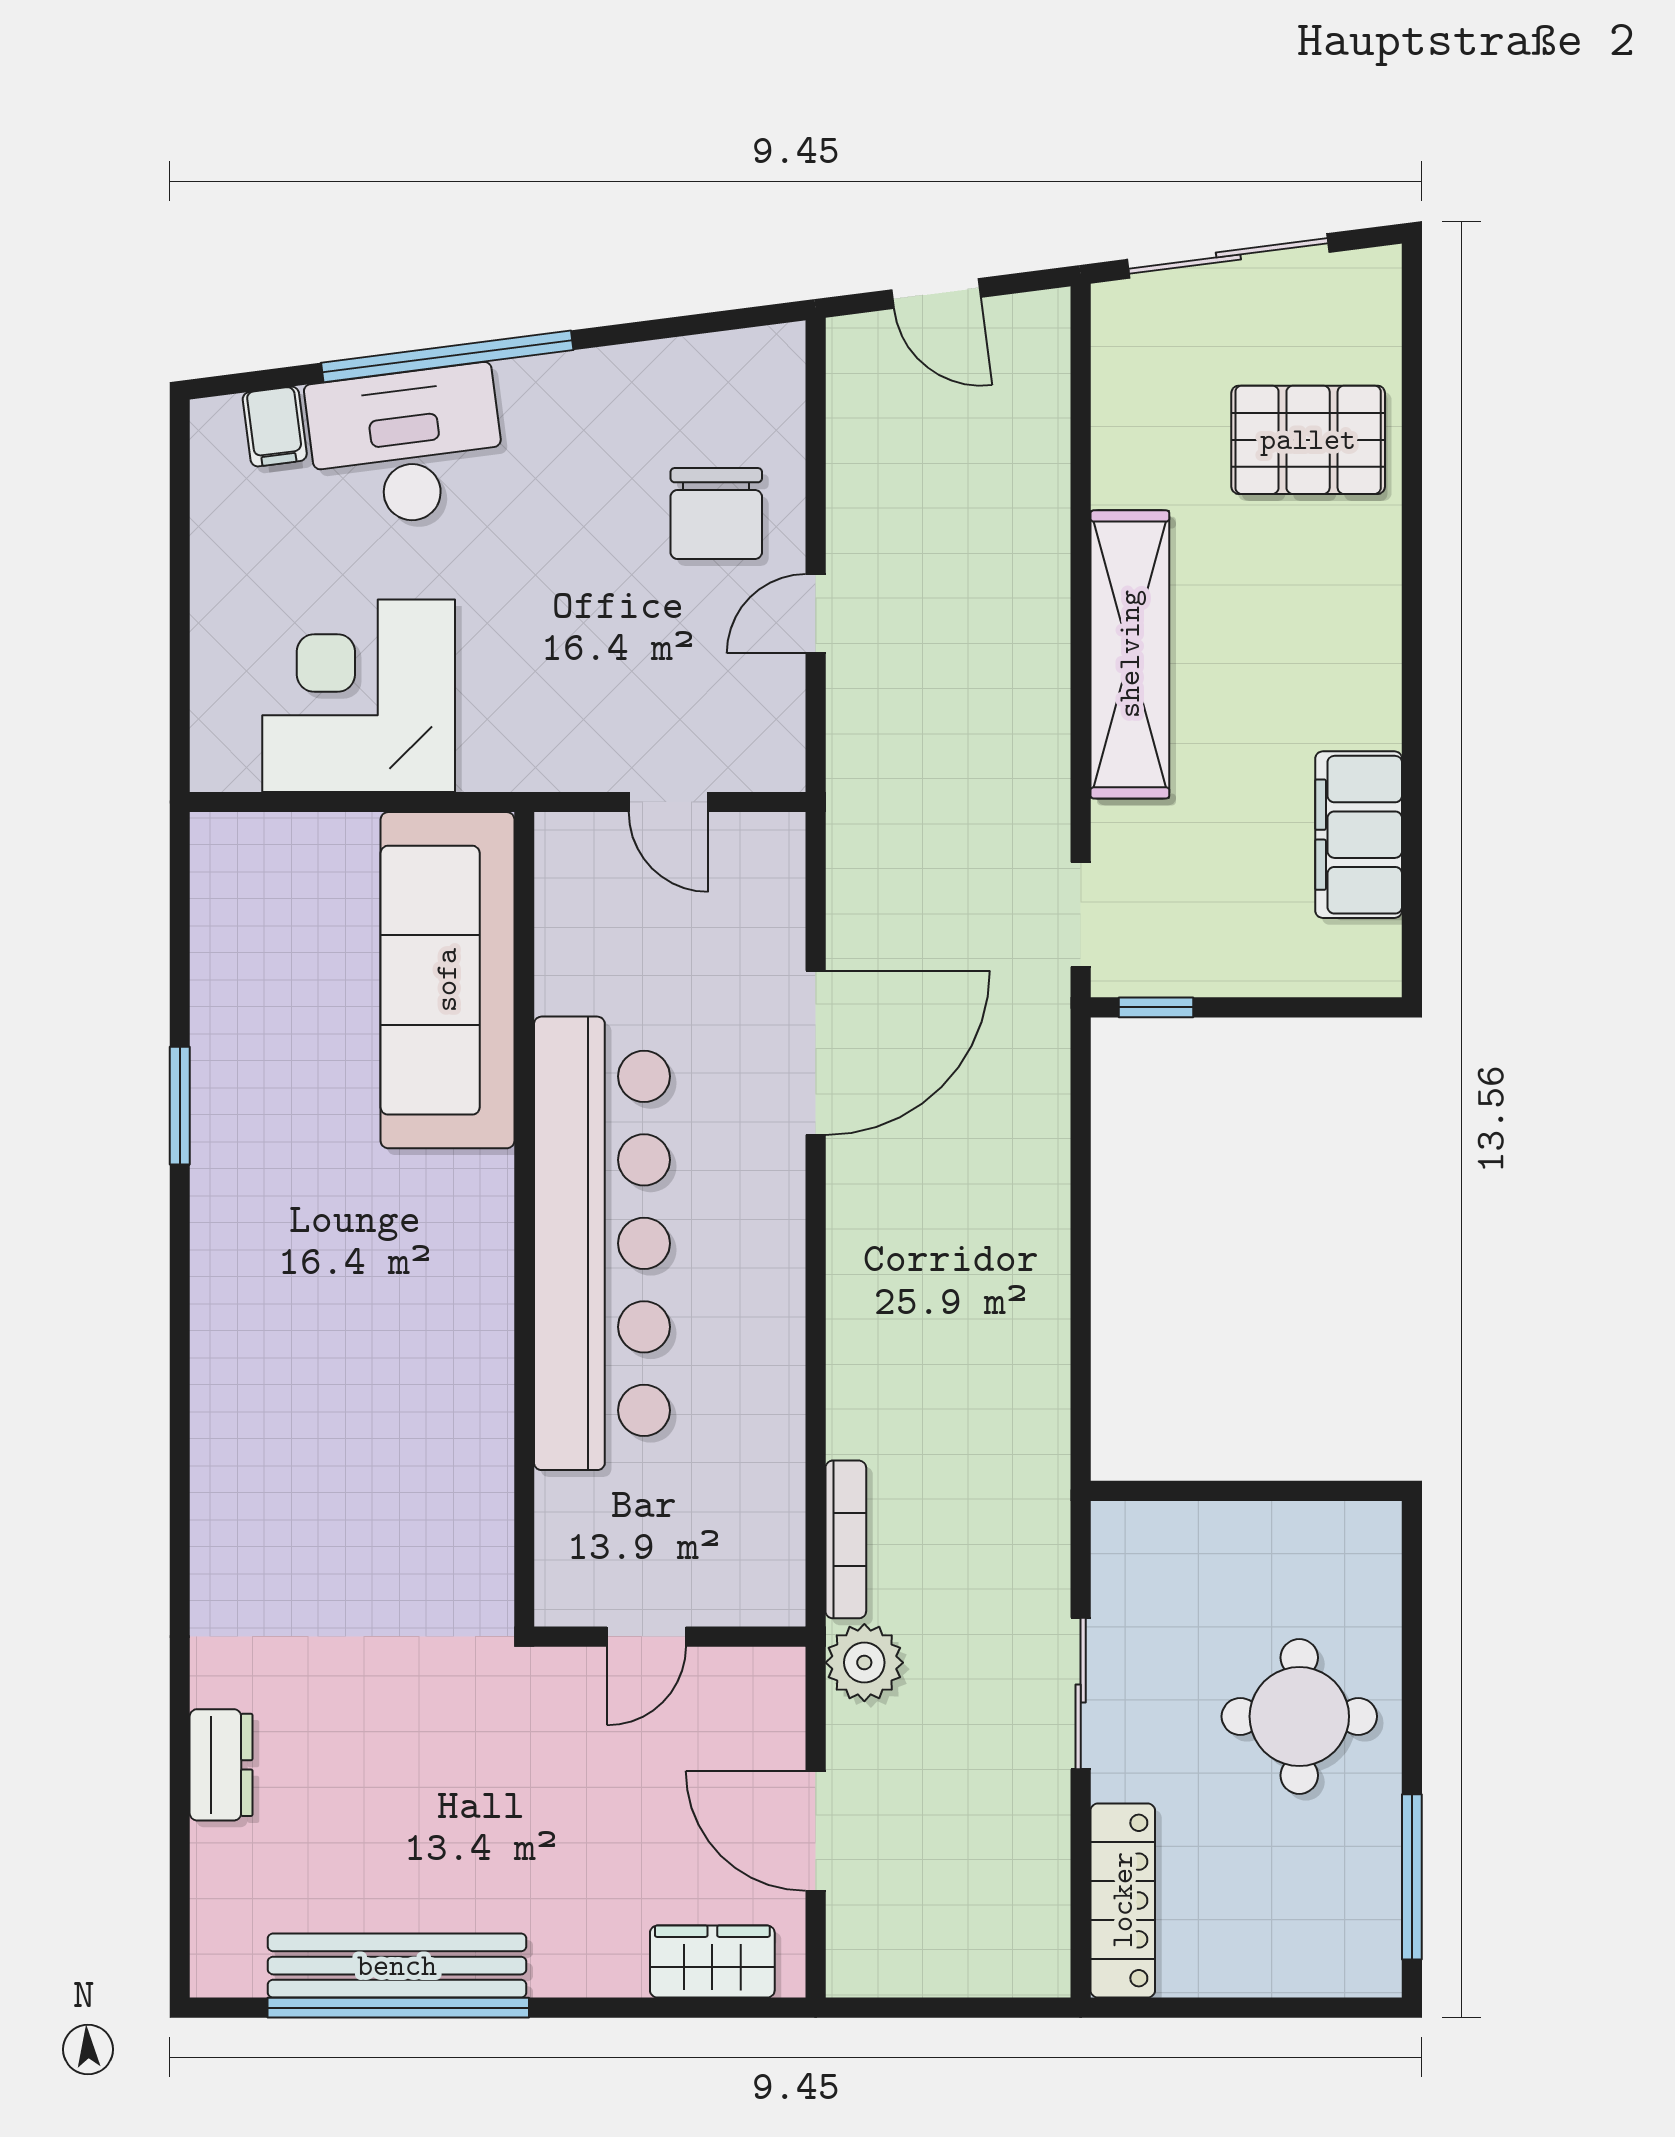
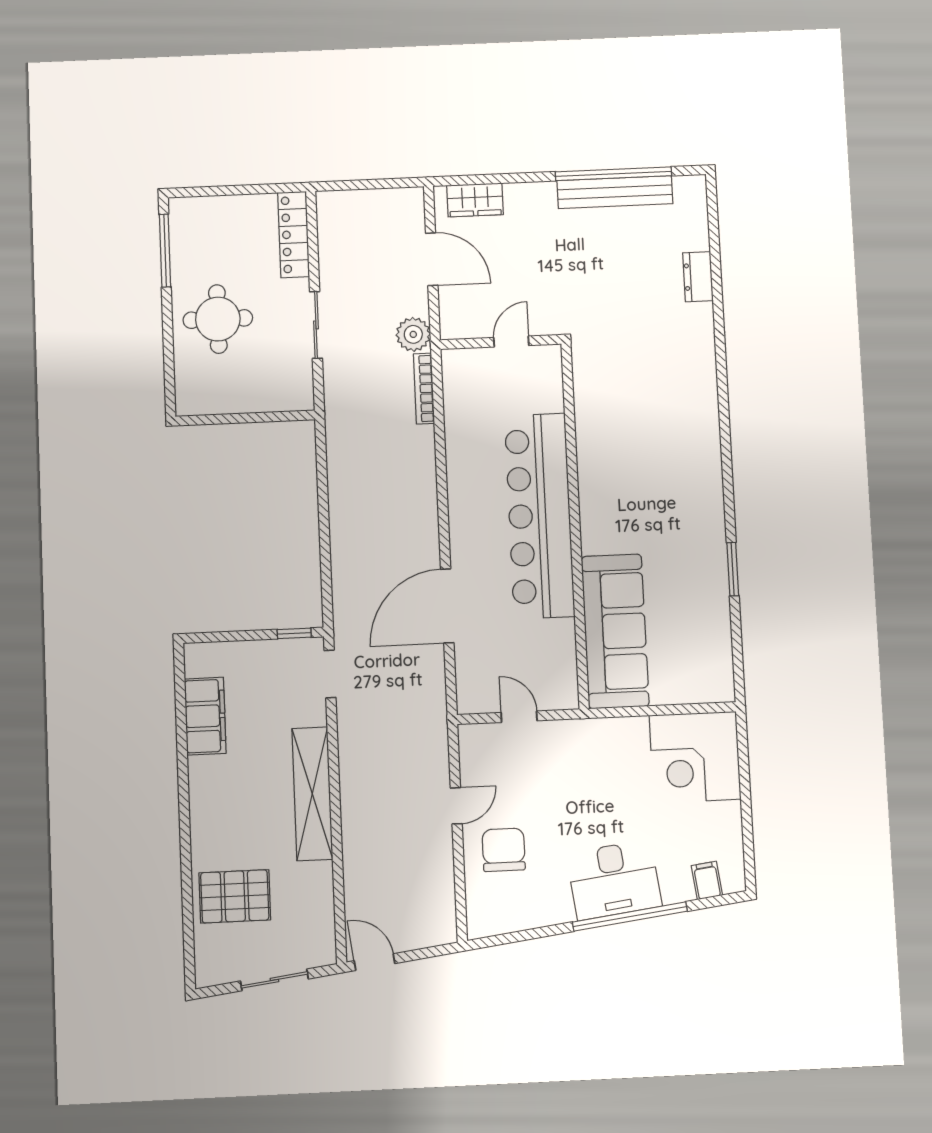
sliding door: (1228, 256) -> (274, 980), width x0.73
door: (936, 294) -> (374, 962), moved
desk: (406, 447) -> (614, 880), moved
corner desk: (359, 696) -> (695, 757), moved, turned 90

